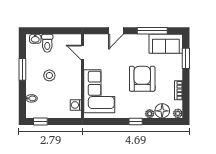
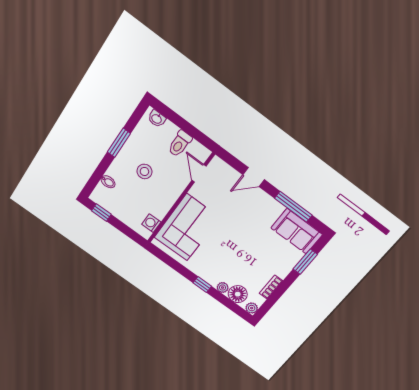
toilet: (47, 43) -> (180, 144), moved
armchair: (142, 79) -> (242, 248), removed

